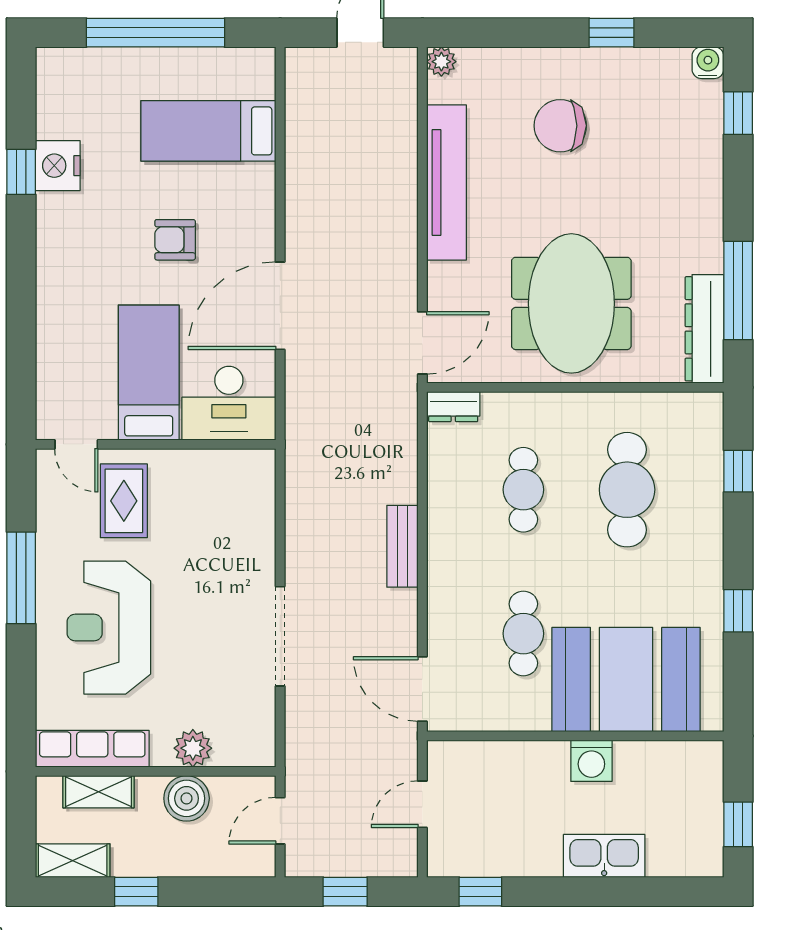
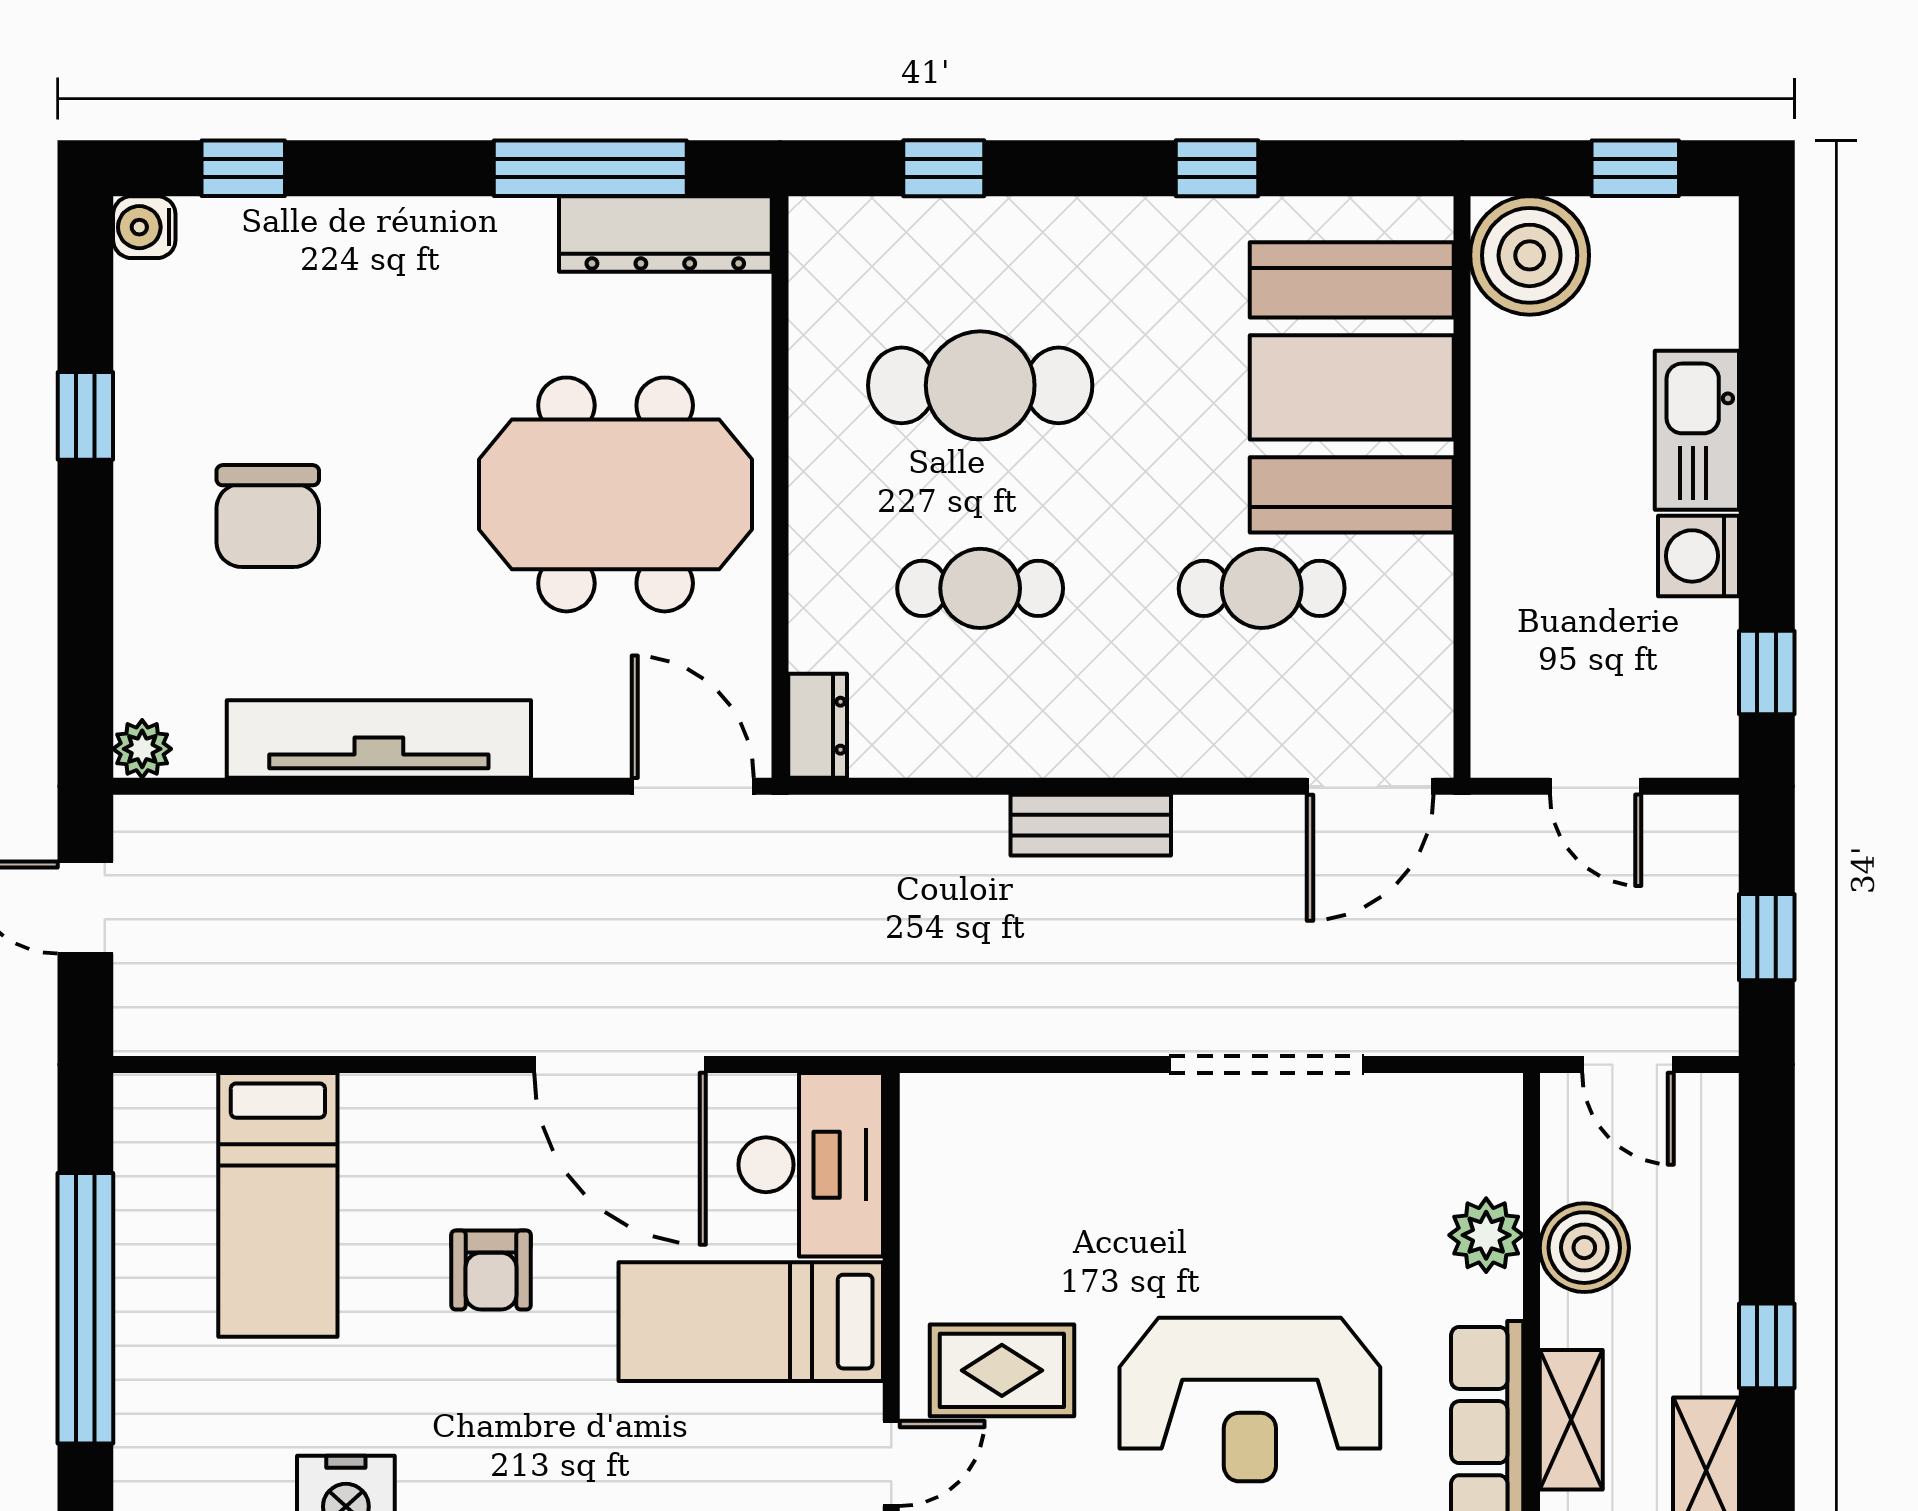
washing machine: (591, 761) -> (1698, 556), moved, turned 180
boiler: (693, 770) -> (1530, 255), added

